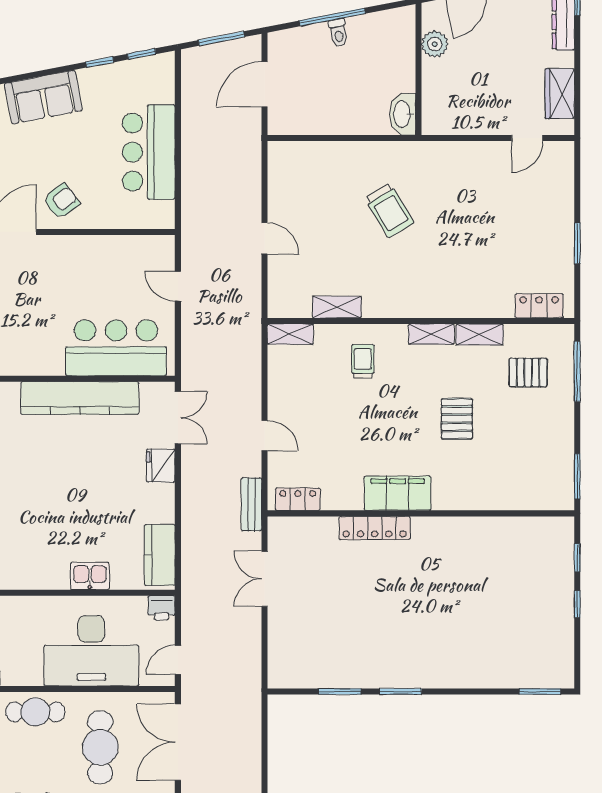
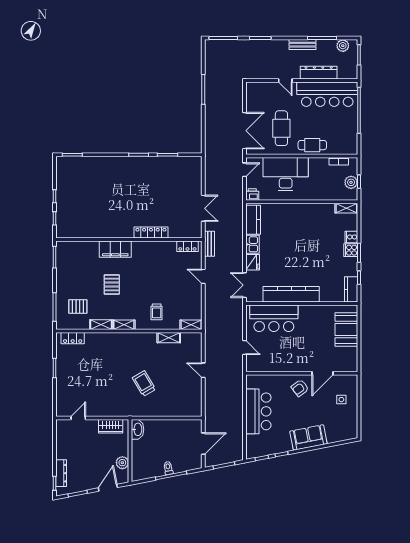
wardrobe: (560, 94) -> (111, 426), moved, turned 90
filing cabinet: (398, 493) -> (115, 249), moved
kitchen sink: (90, 576) -> (252, 244), moved, turned -90

